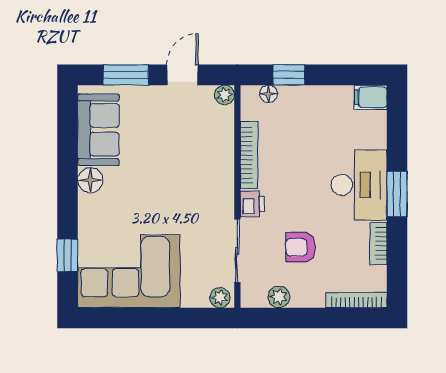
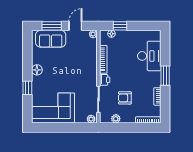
filing cabinet: (371, 97) -> (154, 35), removed
sofa: (98, 130) -> (51, 39), moved, turned 90
desk: (359, 185) -> (149, 56), moved
window: (68, 255) -> (27, 88), moved

